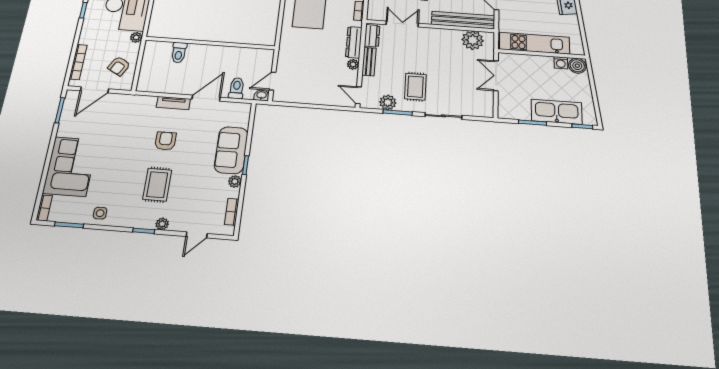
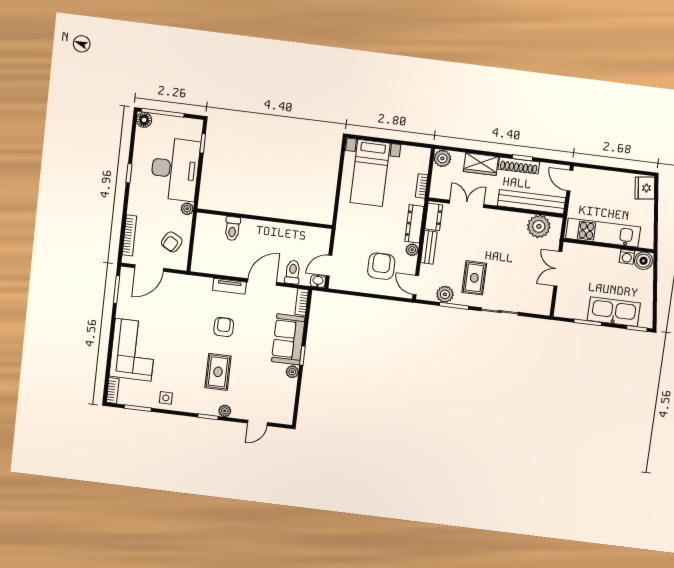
armchair: (324, 80) -> (381, 266), added
bookcase: (232, 212) -> (302, 302), moved

